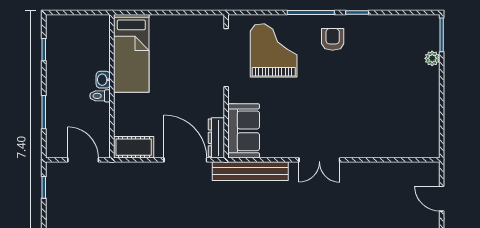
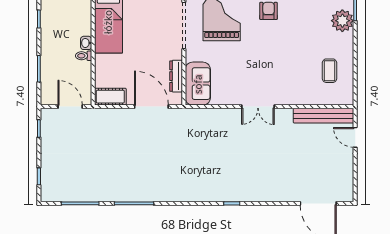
plant: (432, 58) -> (342, 21), width x1.87, depth x1.87
coffee table: (409, 115) -> (330, 71), added
dresser: (216, 138) -> (176, 76), moved
bench: (250, 171) -> (324, 116), moved

